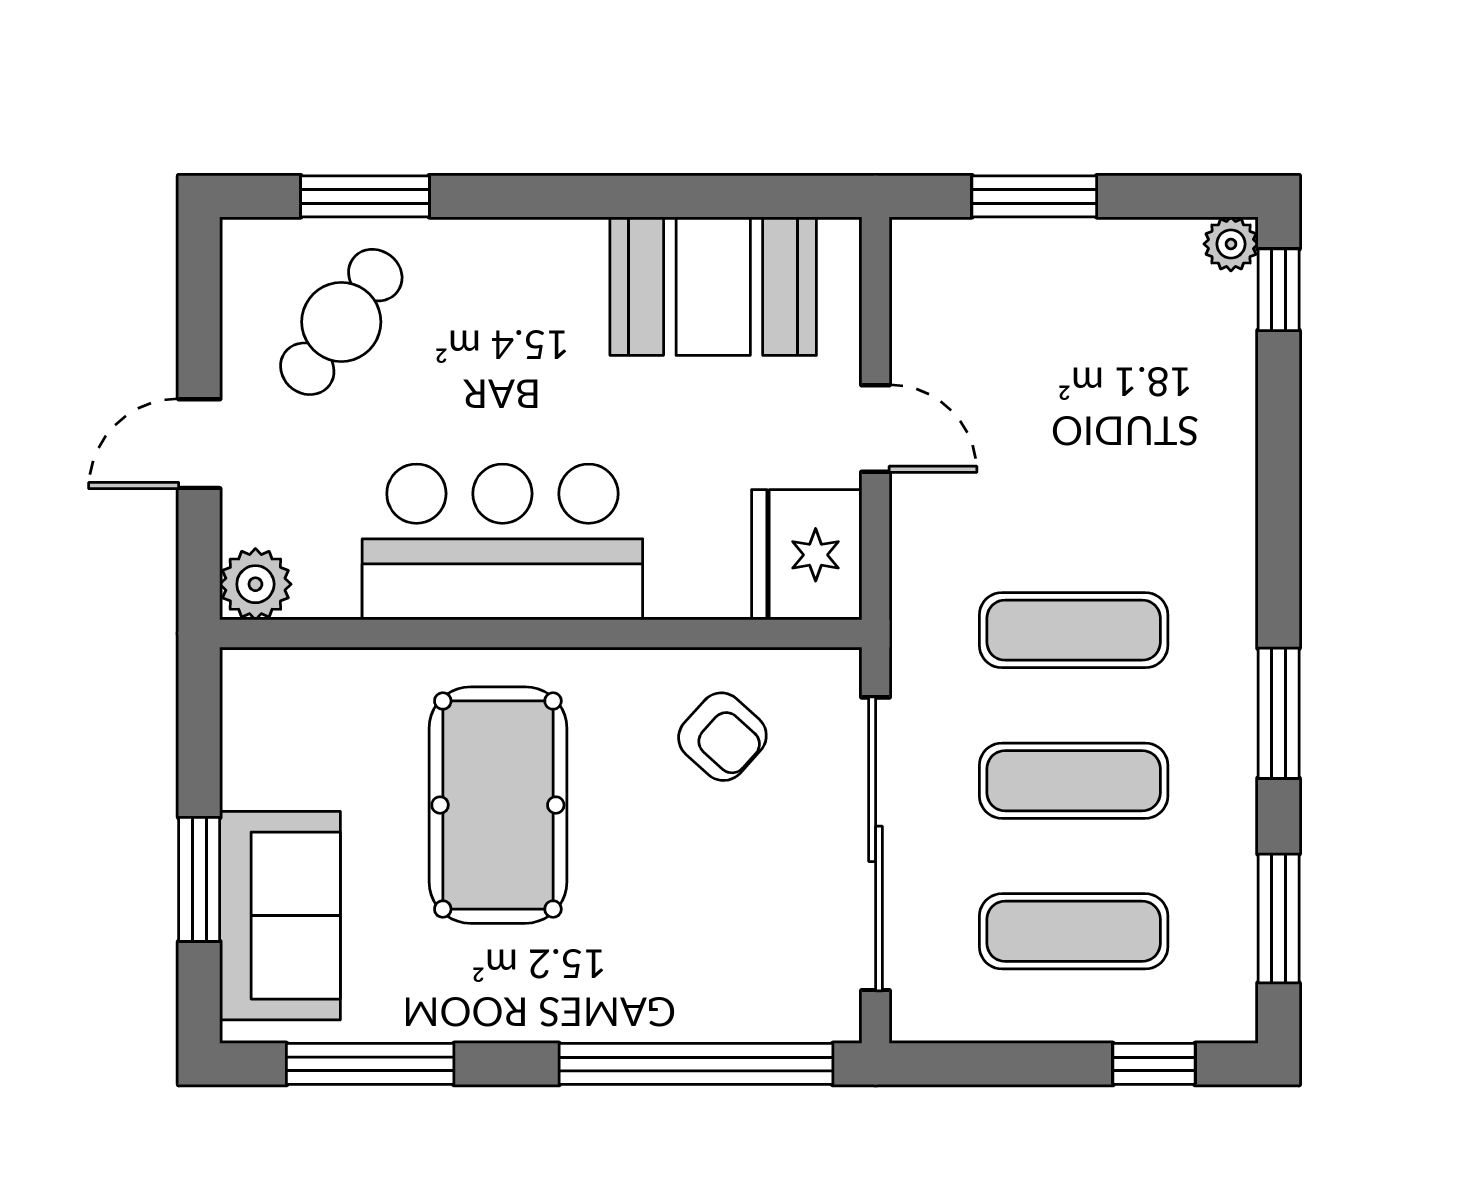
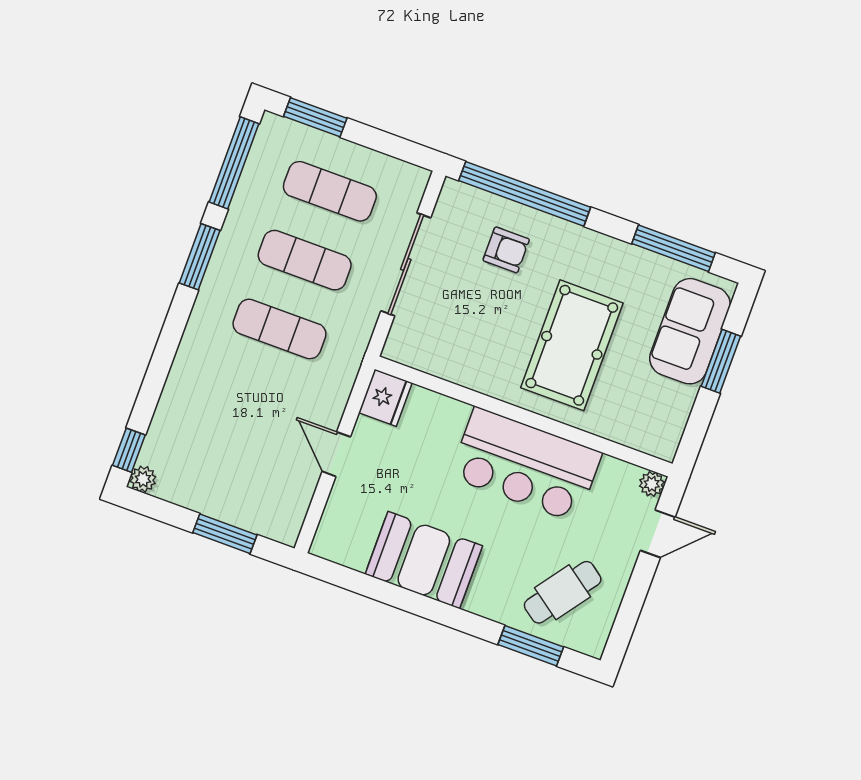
booth: (713, 286) -> (424, 560), moved
door: (199, 444) -> (658, 534), moved
fridge: (807, 555) -> (385, 398), width x0.73, depth x0.75
plant: (255, 584) -> (652, 484), width x0.73, depth x0.73
armchair: (722, 737) -> (506, 250), moved, turned 138
sliding door: (876, 844) -> (406, 264), width x0.73
window: (1279, 918) -> (234, 163), width x1.44
window: (1154, 1064) -> (315, 117), width x1.50

